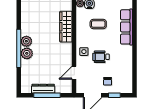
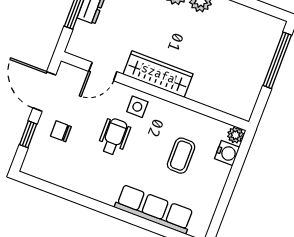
wardrobe: (66, 27) -> (158, 74), moved
door: (74, 73) -> (103, 71), swing flipped

